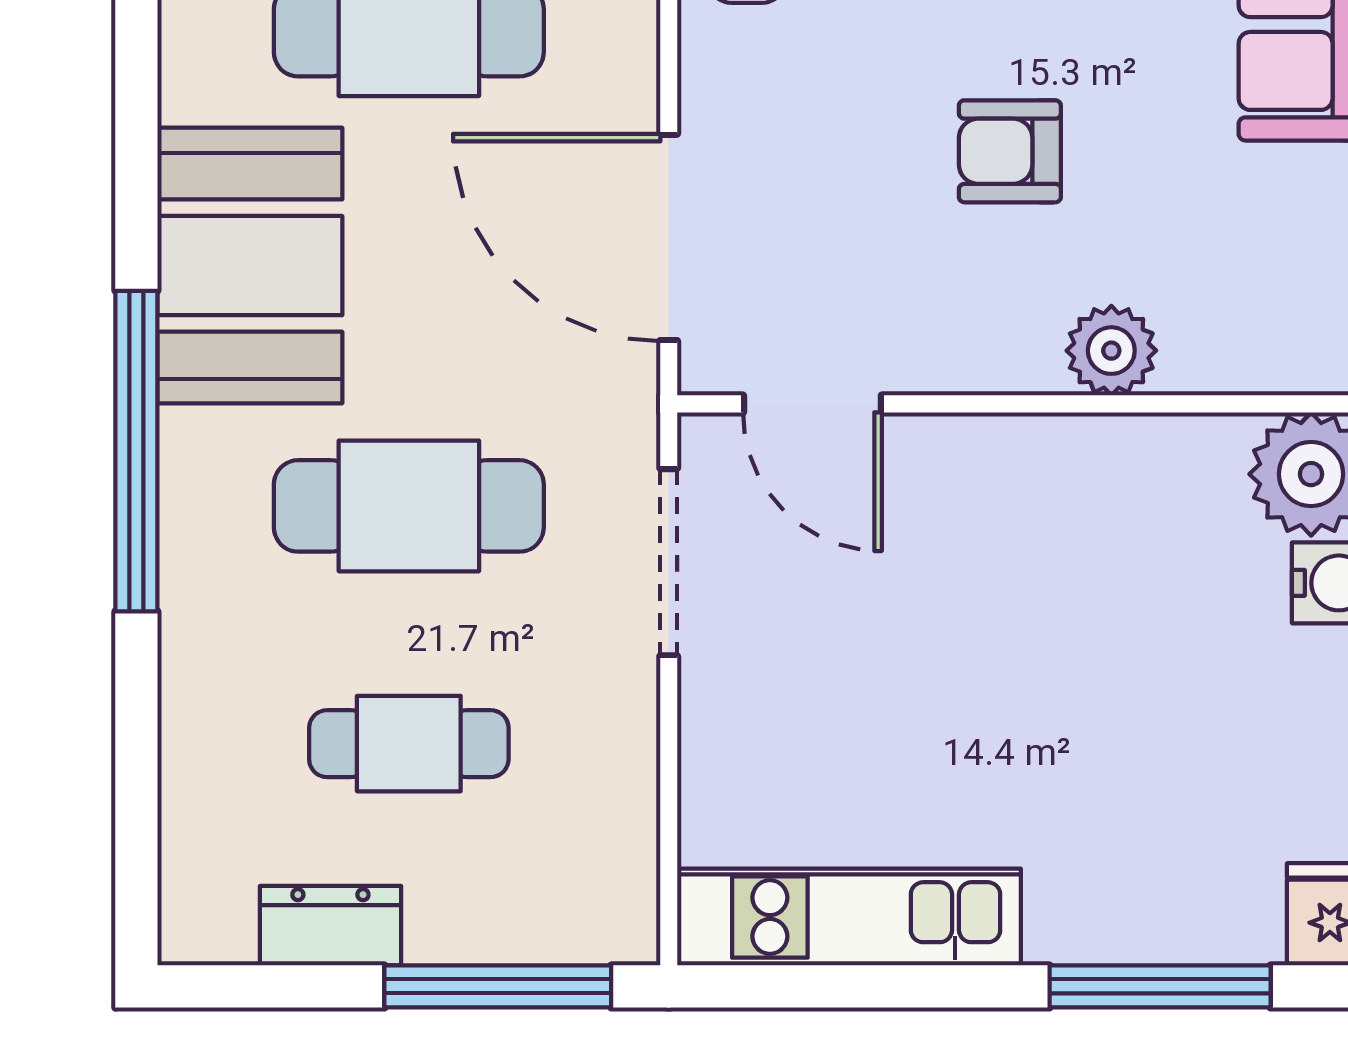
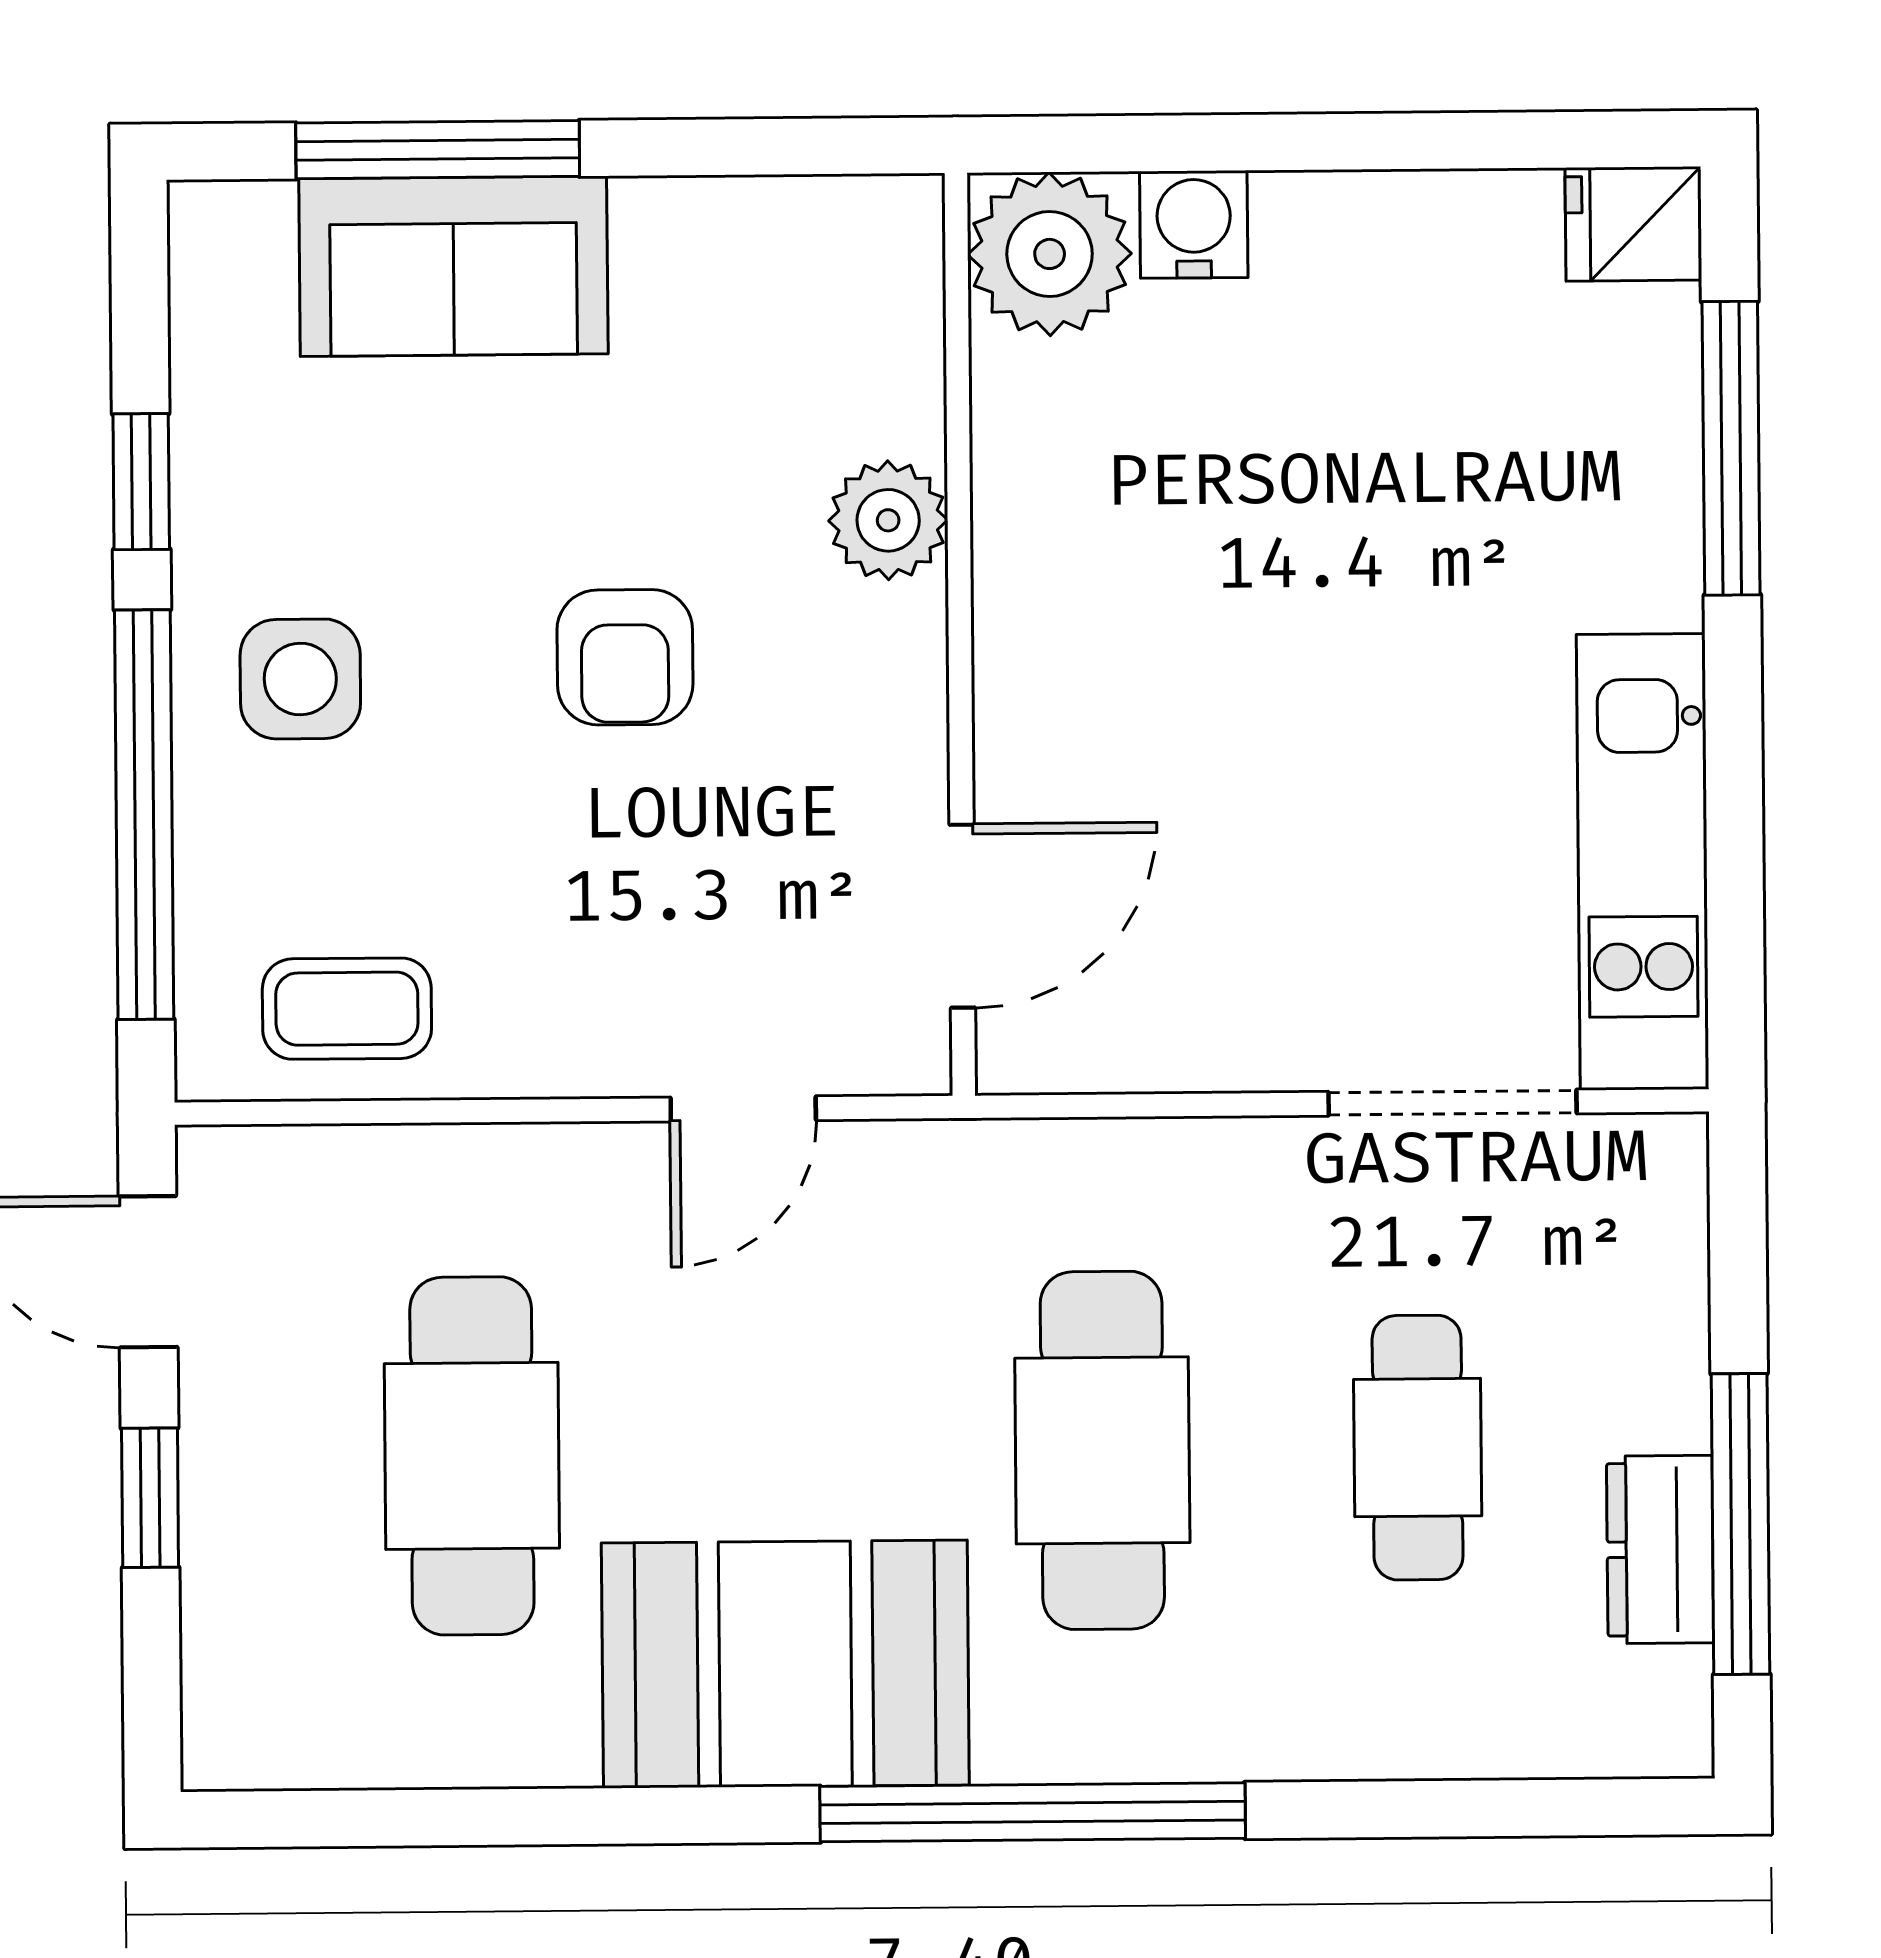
door: (669, 237) -> (743, 1109), width x0.53
doorway: (669, 562) -> (1452, 1103), moved
window: (498, 986) -> (1740, 1524), moved

